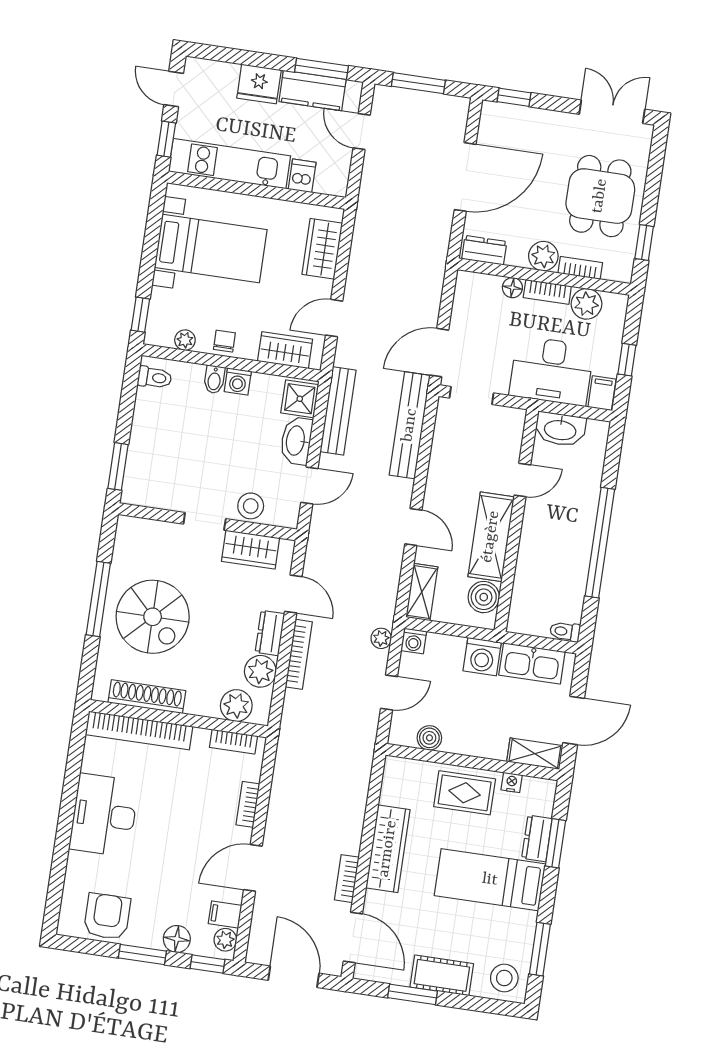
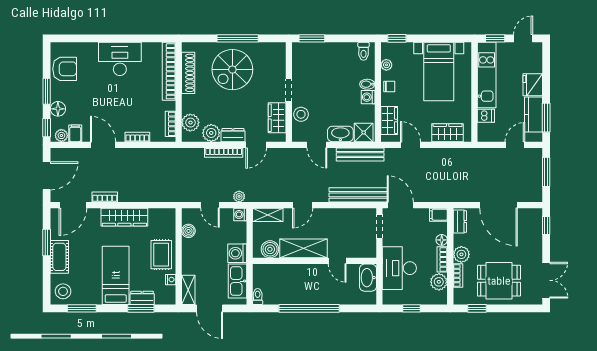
filing cabinet: (602, 393) -> (438, 215), moved, turned 180

